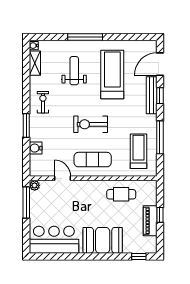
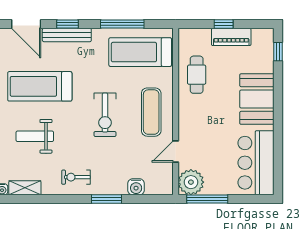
treadmill: (139, 151) -> (140, 52), width x1.37, depth x1.38
plant: (35, 185) -> (191, 182), width x1.87, depth x1.87

